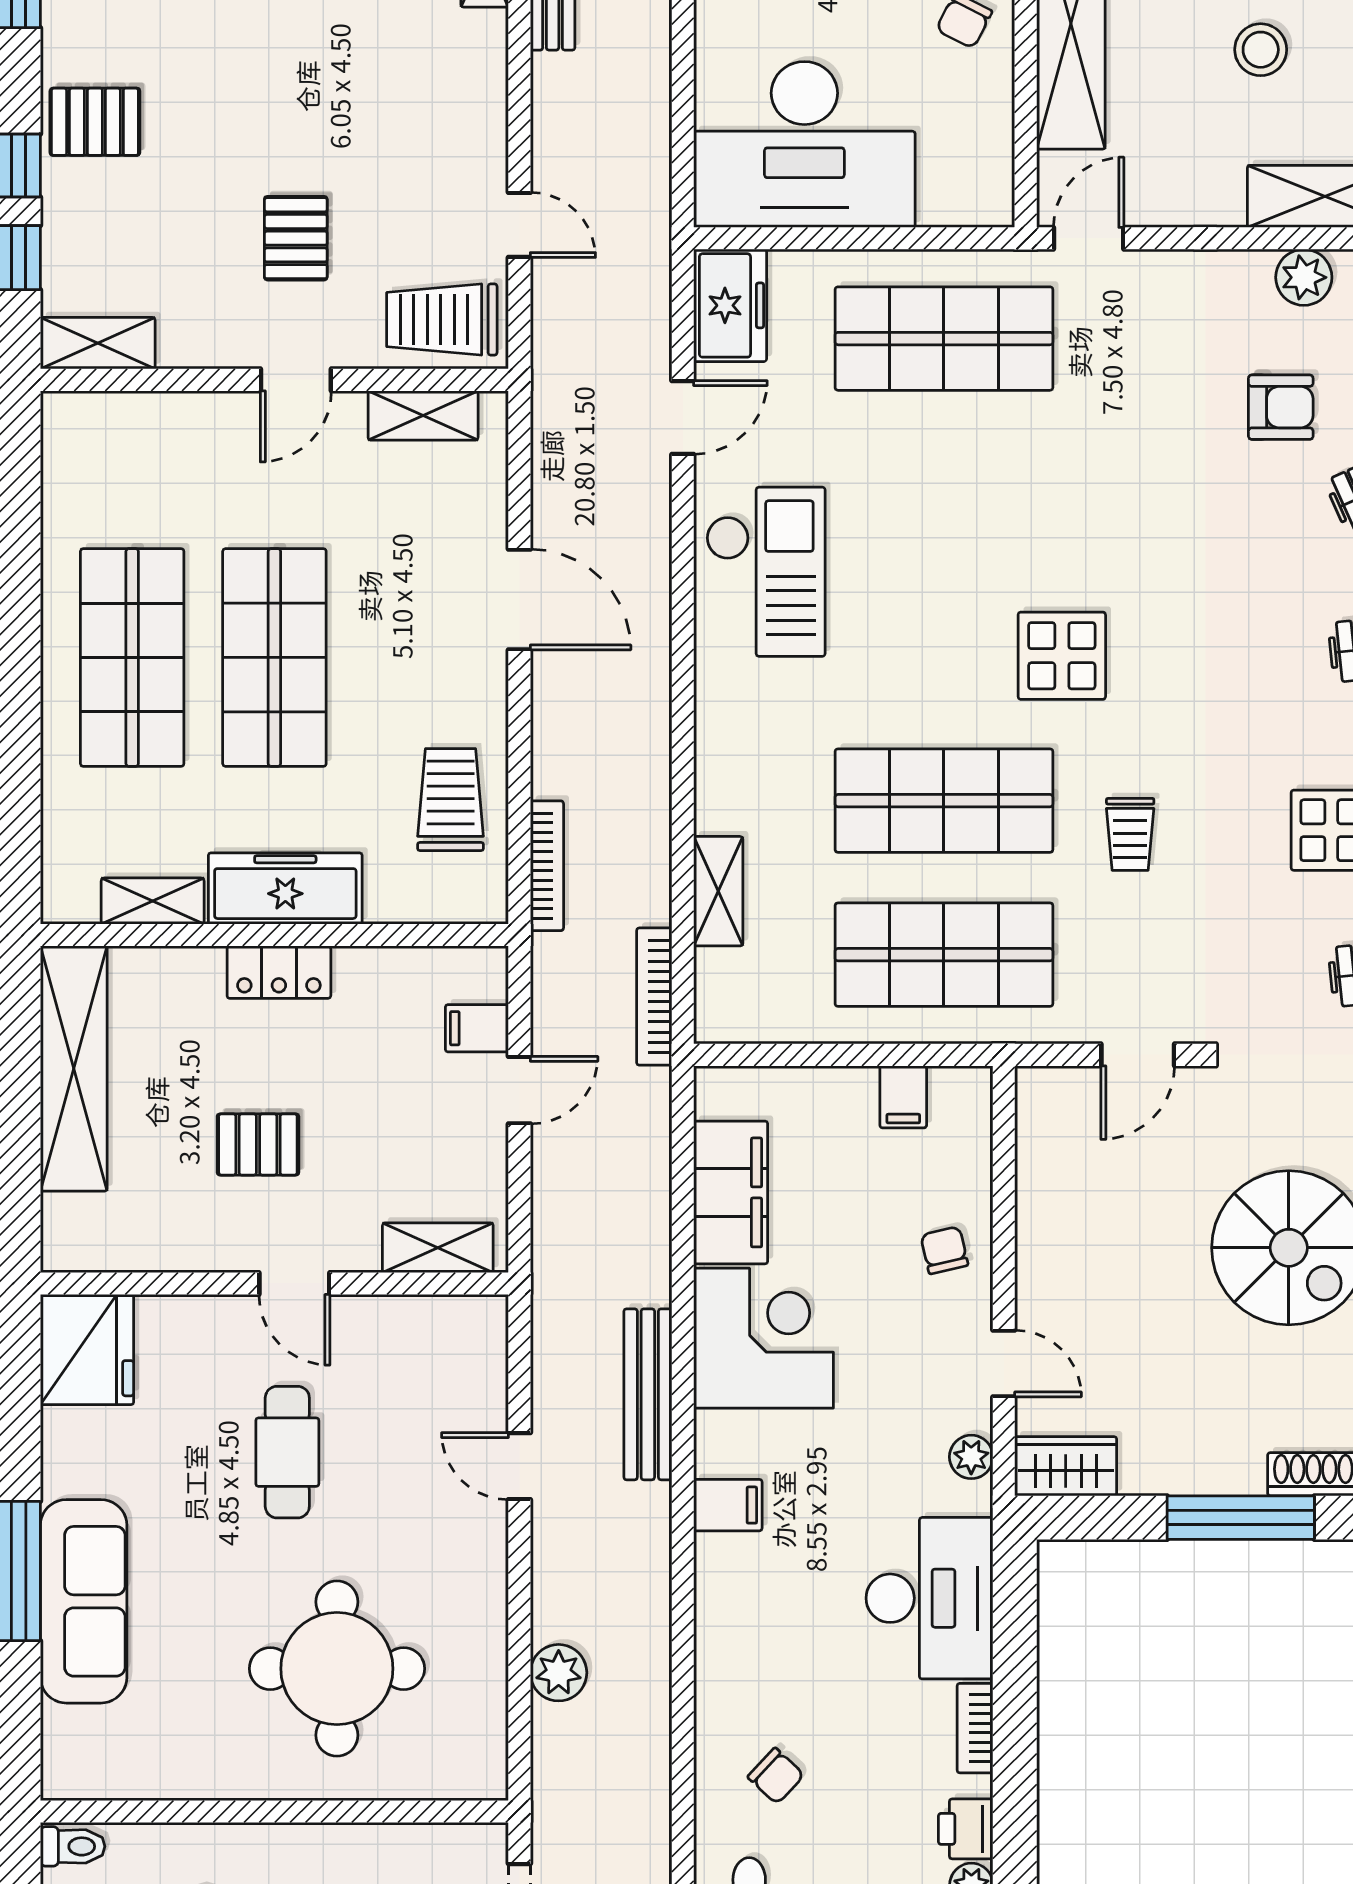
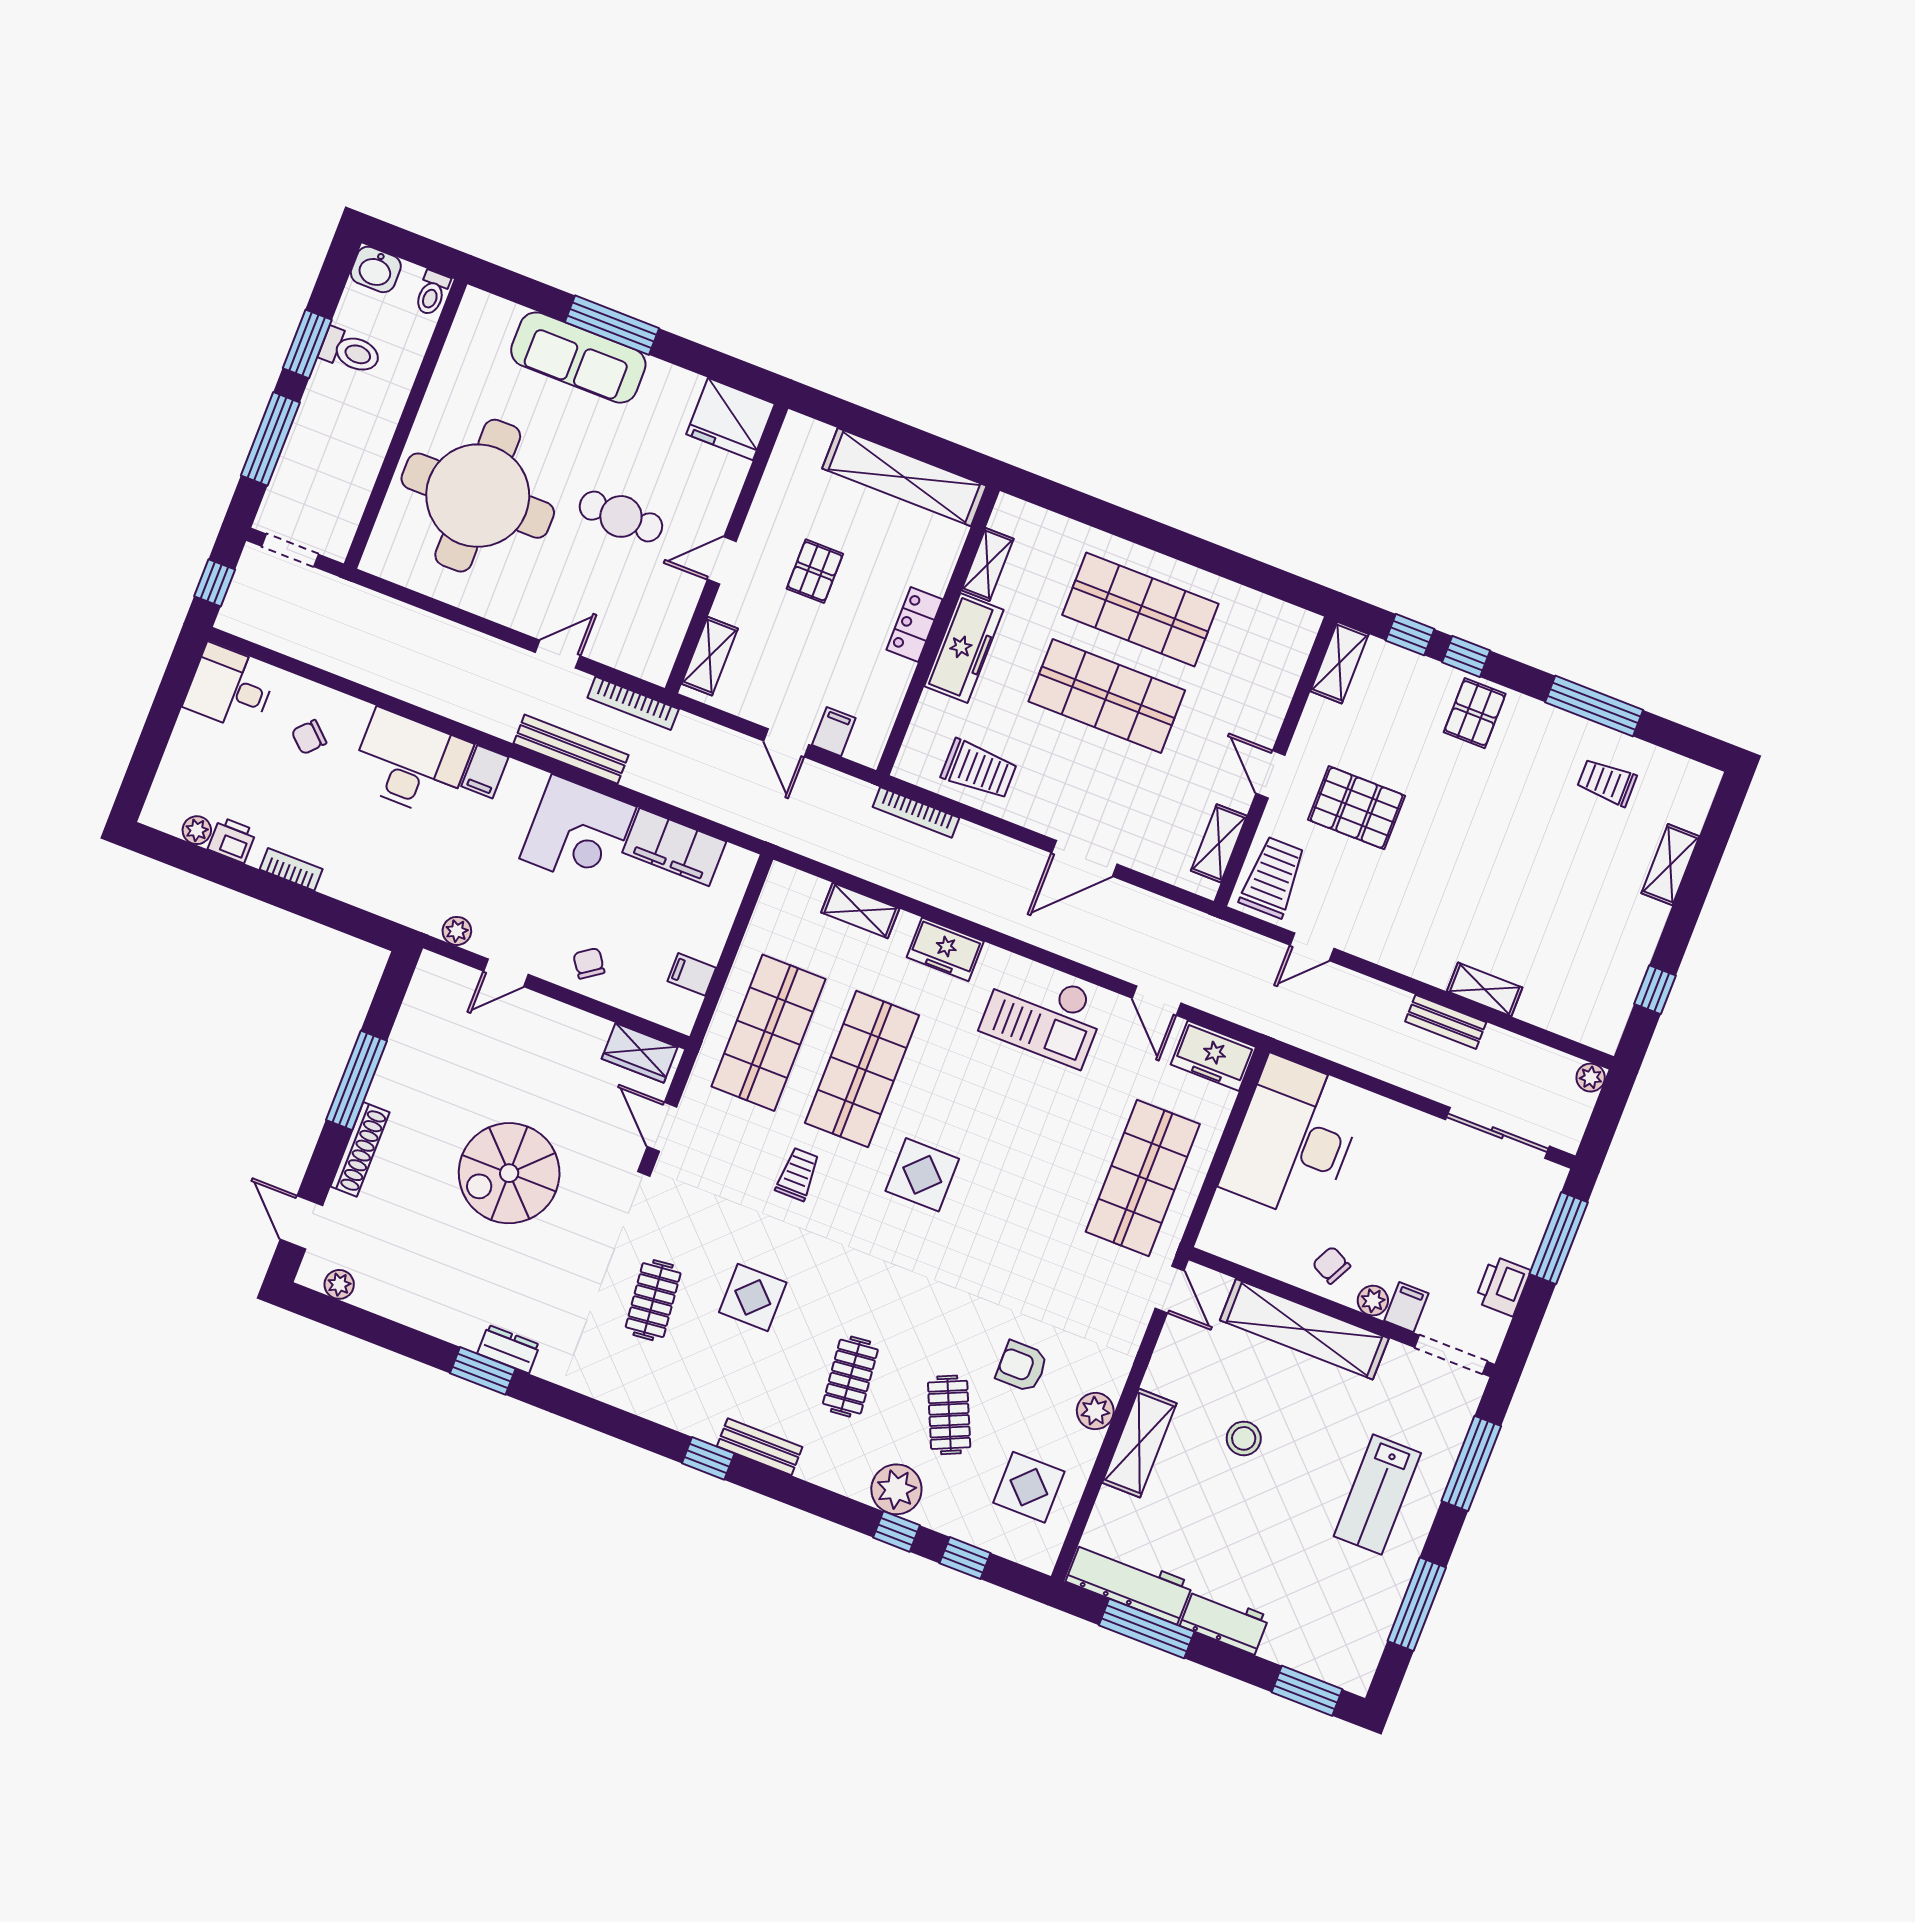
pallet: (296, 238) -> (1357, 808), width x1.50, depth x1.42
armchair: (1281, 407) -> (1022, 1366), turned 90
freezer: (727, 748) -> (945, 949), added
trolley: (1130, 834) -> (798, 1174), turned 90
bookcase: (654, 997) -> (633, 703), moved, turned 180
chair: (944, 1250) -> (589, 963), turned -112
wardrobe: (1066, 1466) -> (640, 1053), moved, turned 90
desk: (930, 1598) -> (411, 763), moved, turned 180
round table: (337, 1669) -> (478, 496), width x1.36, depth x1.36
plant: (559, 1673) -> (423, 629), removed

